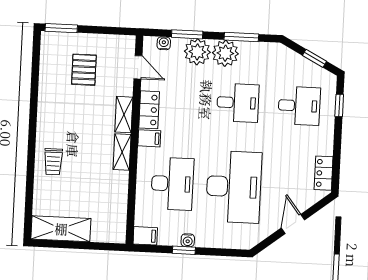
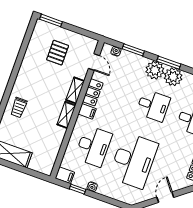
plant: (197, 52) -> (173, 77), moved
window: (184, 250) -> (78, 189), moved

